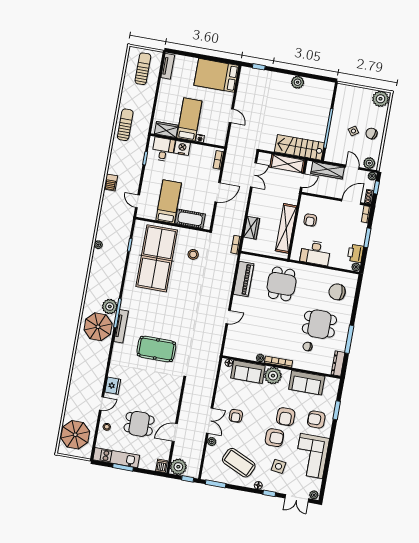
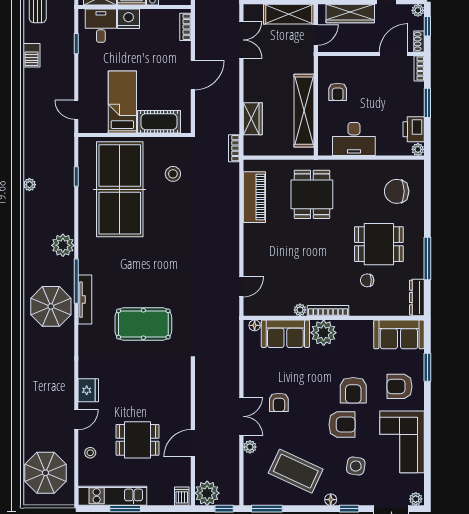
barbecue: (111, 182) -> (32, 55), moved
plant: (110, 307) -> (63, 245), moved
door: (228, 317) -> (241, 287), moved
sofa: (307, 383) -> (399, 334), moved

